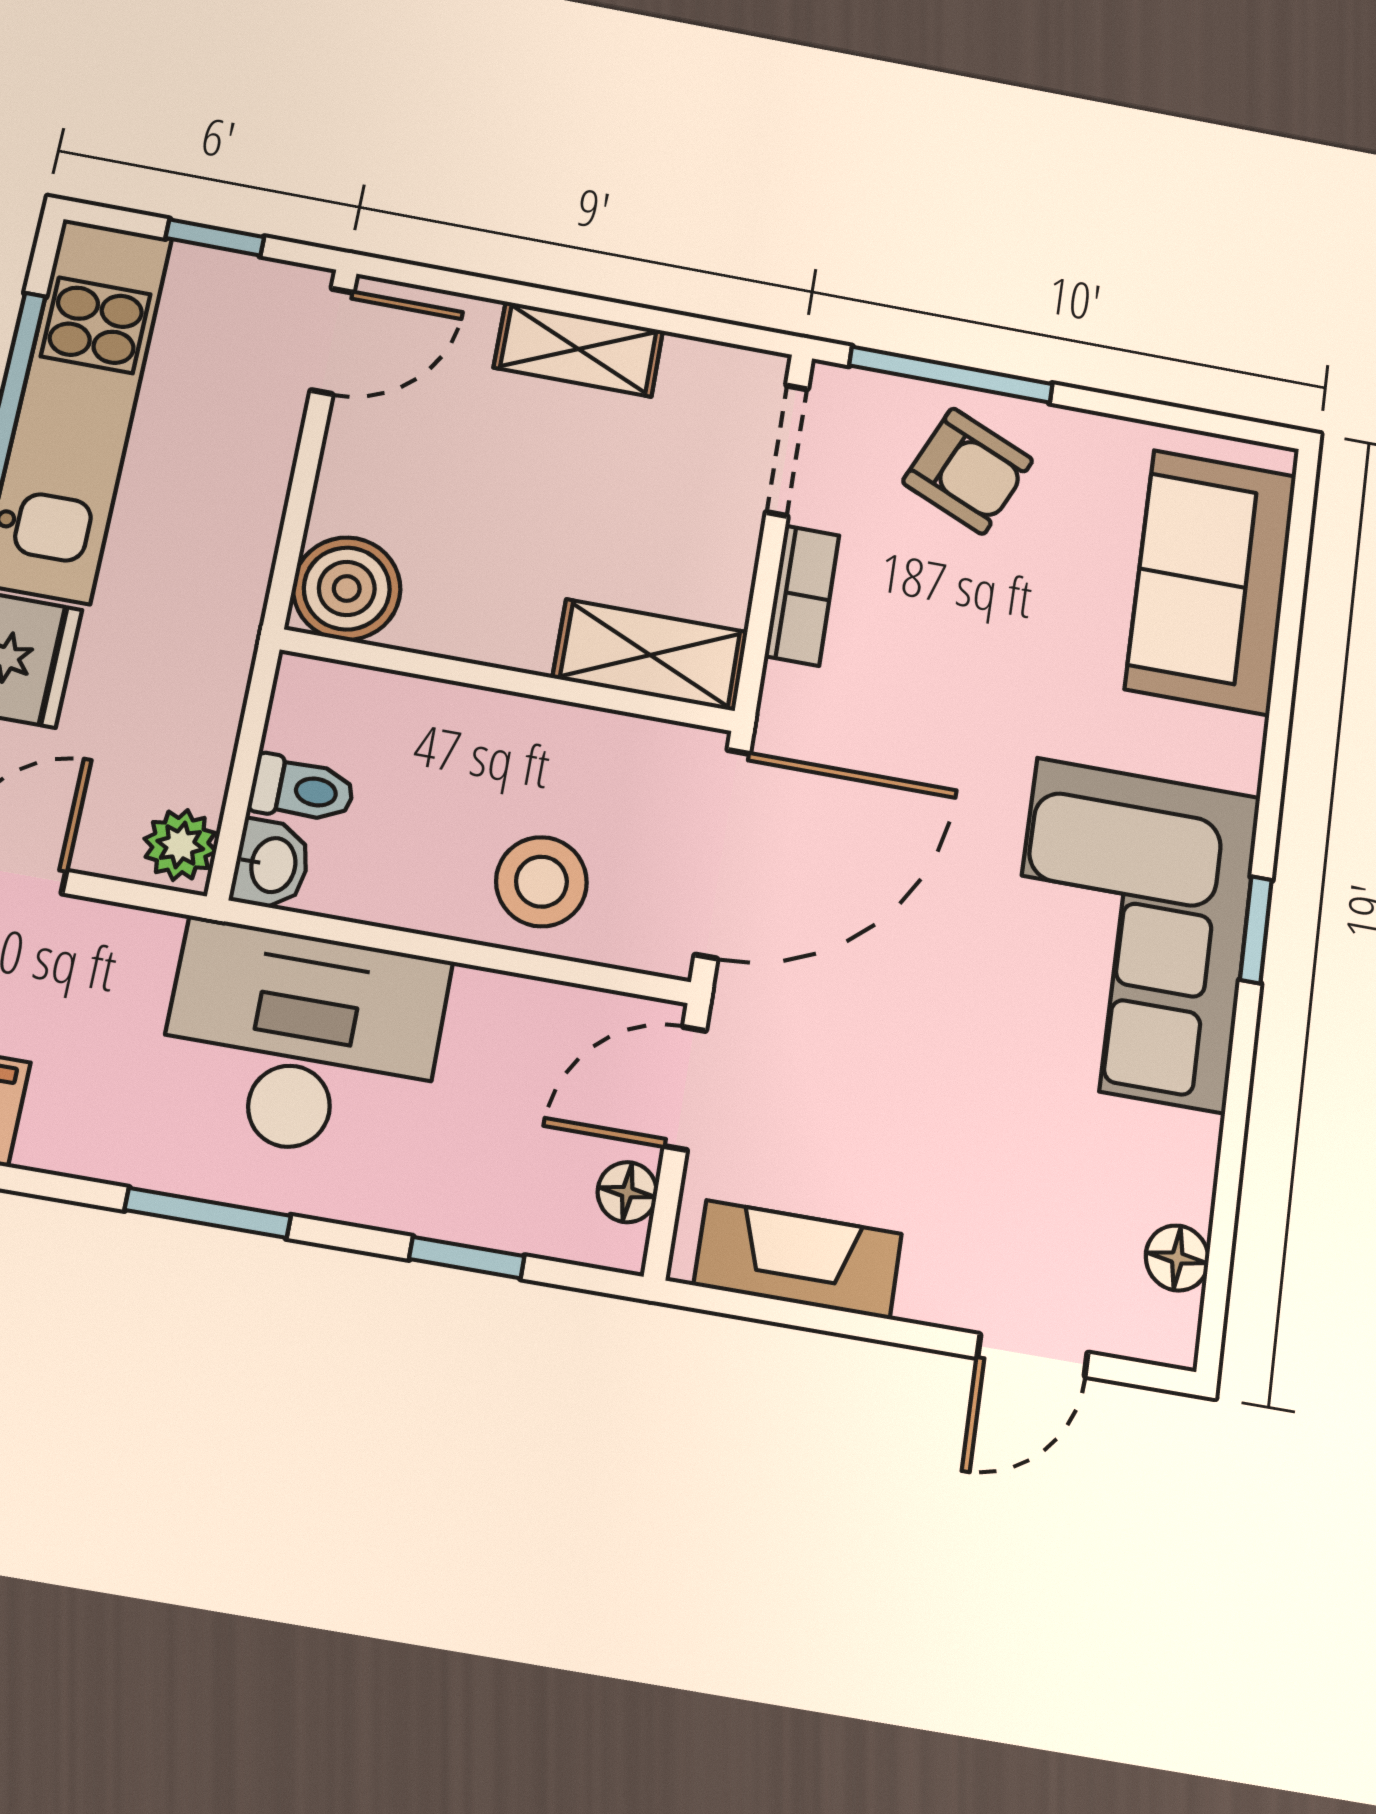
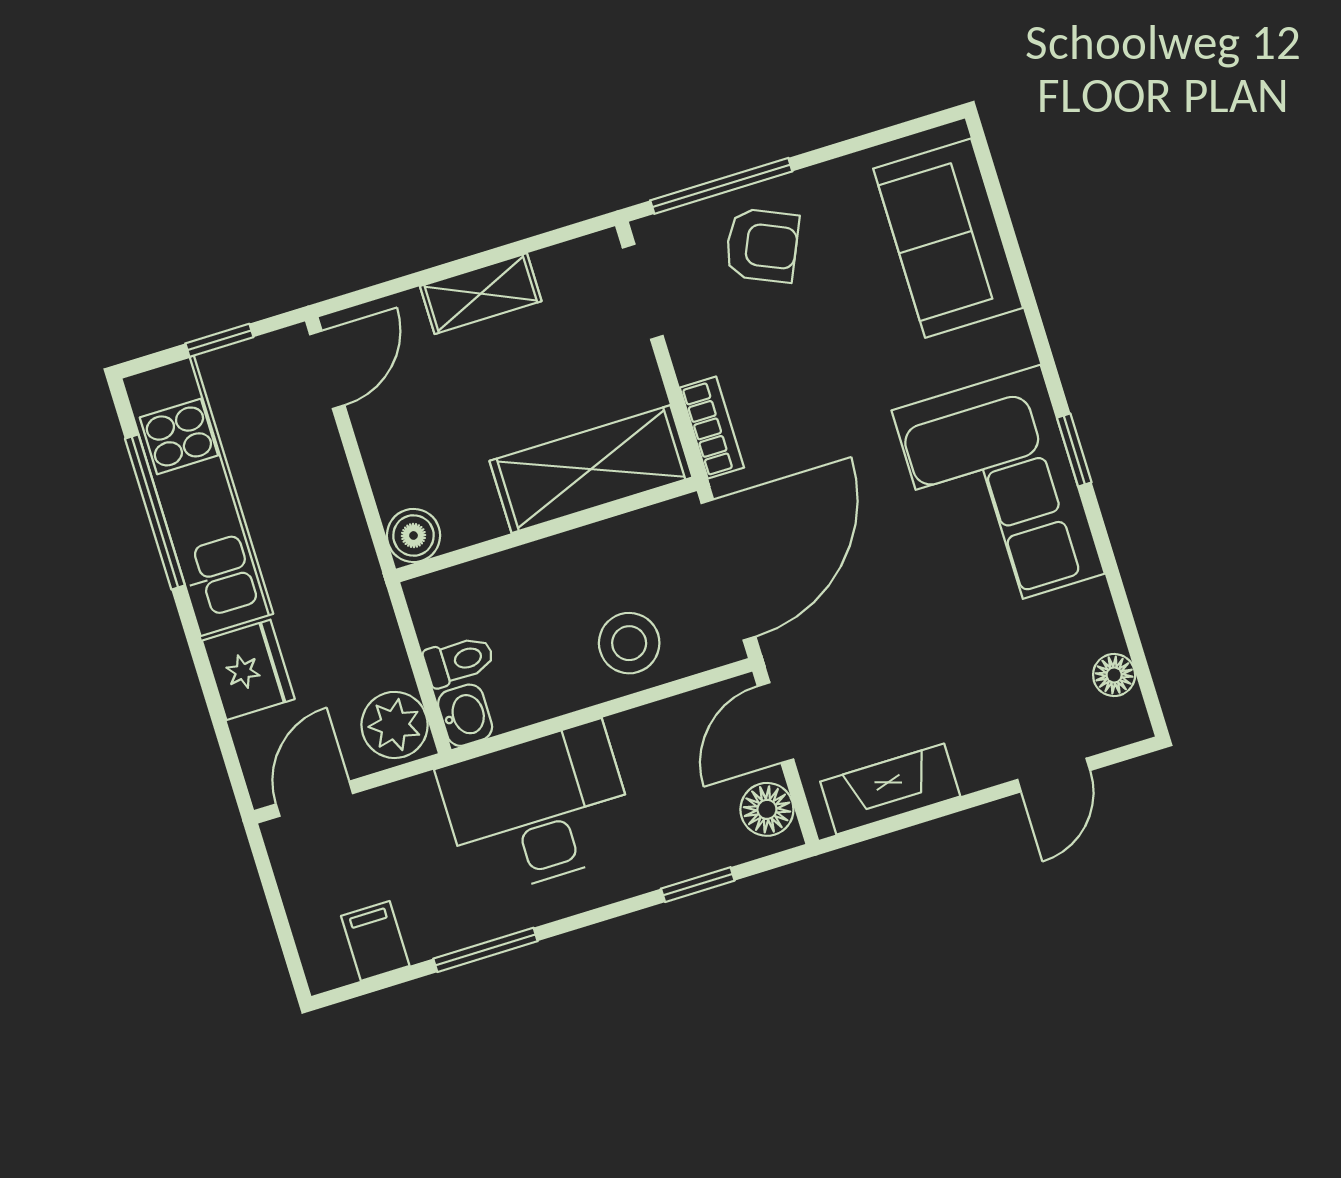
boiler: (347, 589) -> (413, 535), width x0.73, depth x0.73
bookcase: (802, 595) -> (712, 428), moved
shelving: (650, 655) -> (591, 469), width x1.50, depth x1.33
plant: (180, 845) -> (395, 725), width x1.38, depth x1.38
floor lamp: (627, 1192) -> (767, 809), width x1.37, depth x1.37
window: (208, 1213) -> (485, 950), moved

